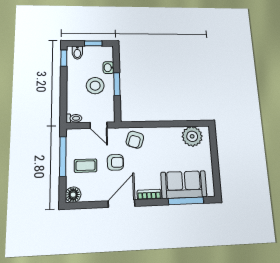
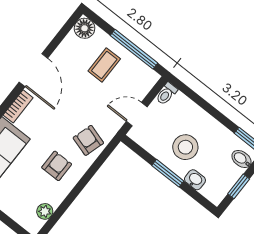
plant: (192, 136) -> (45, 211), width x0.53, depth x0.53
armchair: (115, 162) -> (57, 166), moved, turned 180

